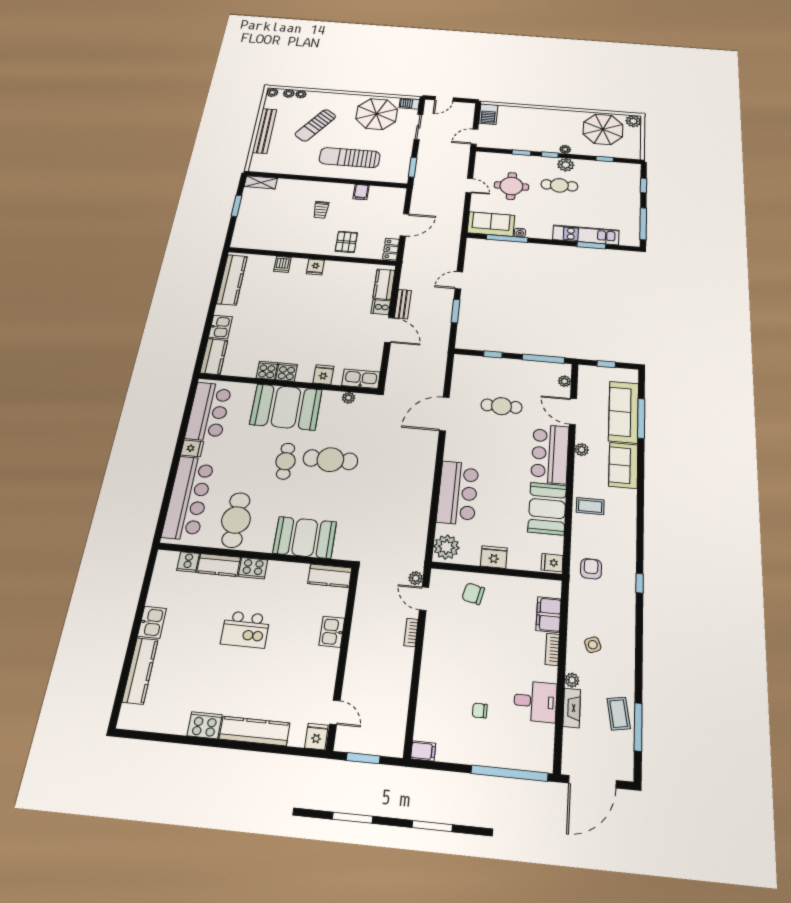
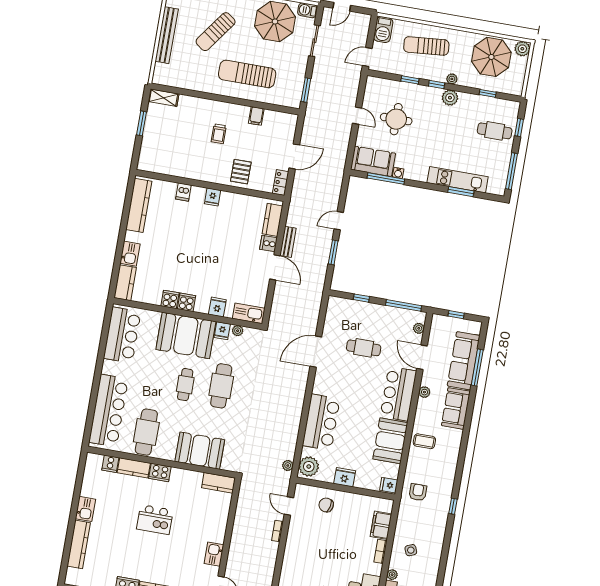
sun lounger: (534, 124) -> (426, 46), added
cafe table: (559, 185) -> (495, 131), moved
fridge: (192, 448) -> (222, 331), moved, turned 90
cafe table: (330, 460) -> (221, 386), turned 90
plant: (416, 578) -> (288, 465), moved
kitchen sink: (332, 632) -> (214, 554), moved

